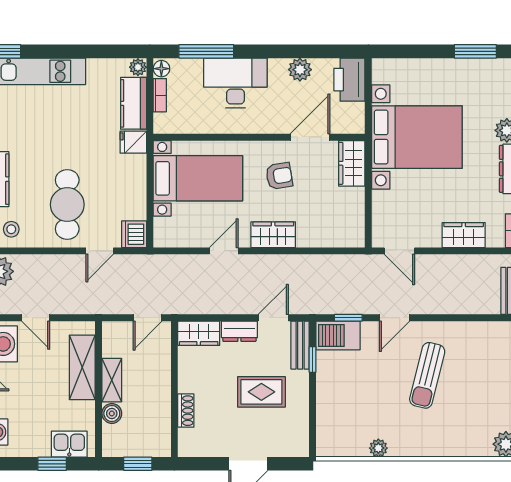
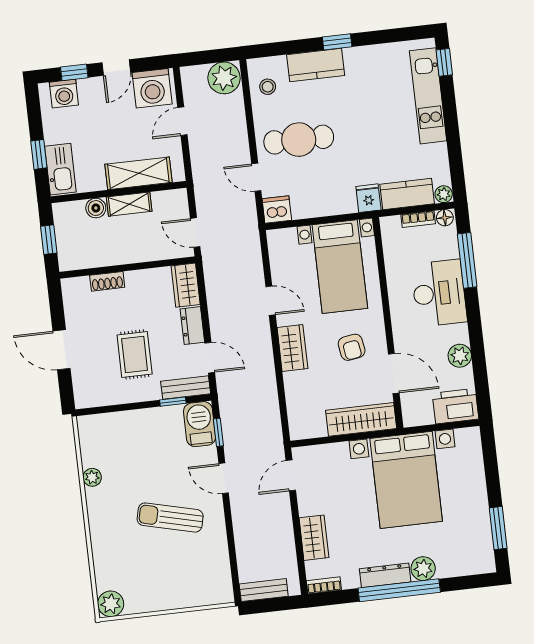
wardrobe: (352, 163) -> (361, 419), width x1.50
kitchen sink: (69, 444) -> (60, 169), width x1.38

